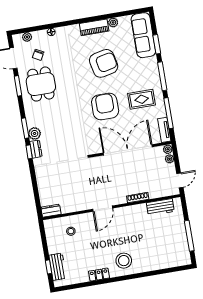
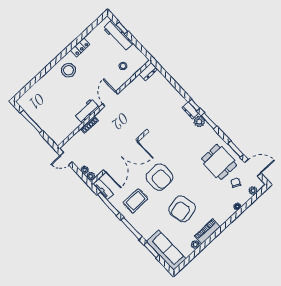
door: (180, 180) -> (66, 159), hinge flipped
workbench: (160, 207) -> (87, 111), moved
workbench: (58, 267) -> (118, 36), width x1.38

